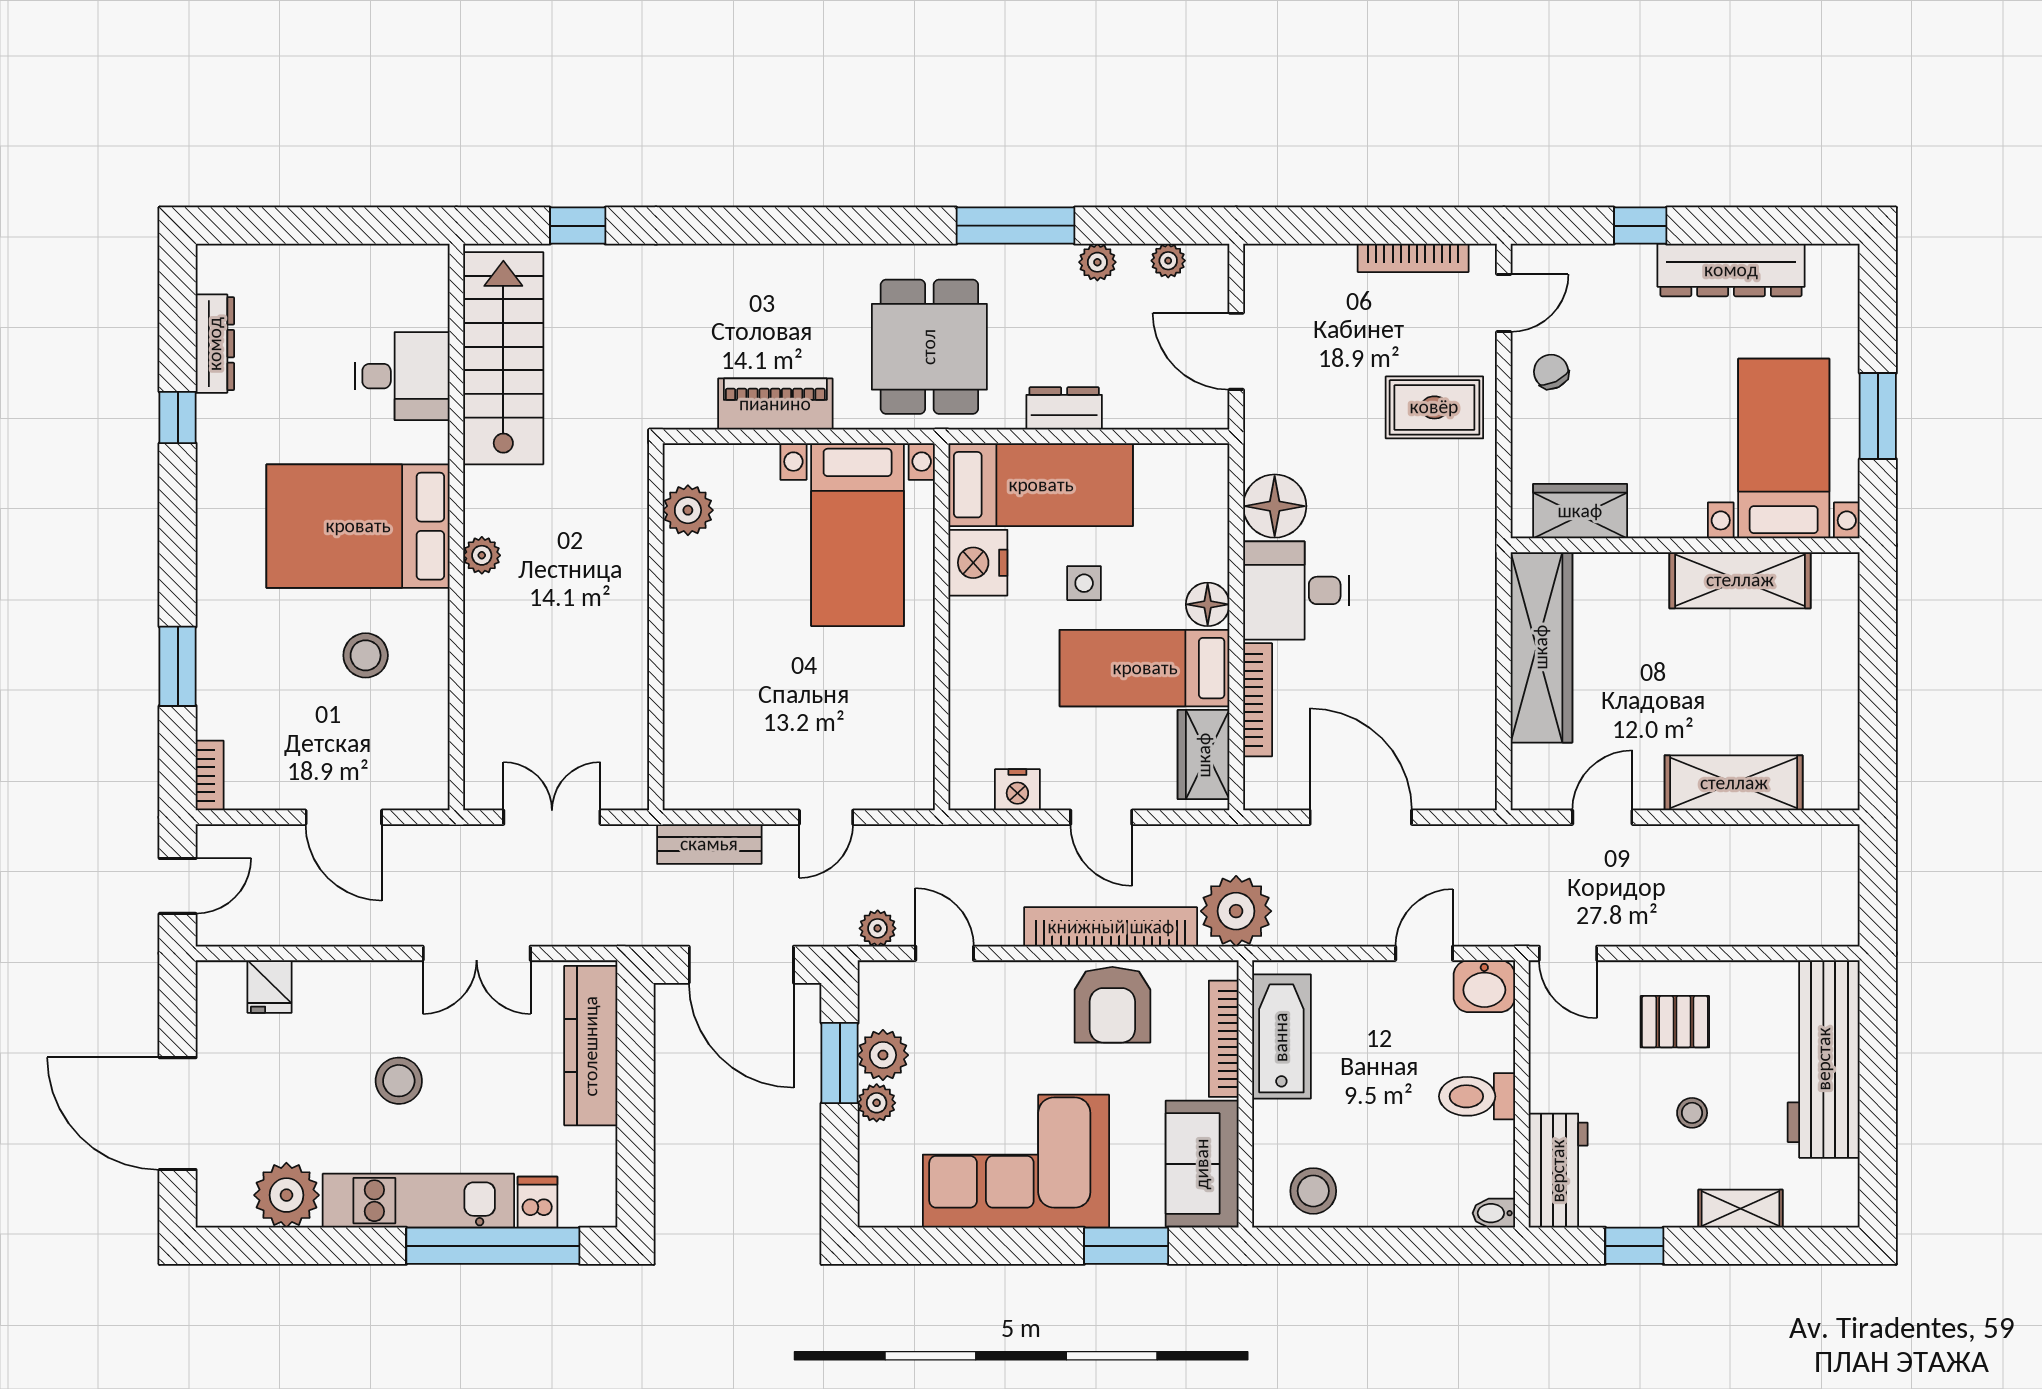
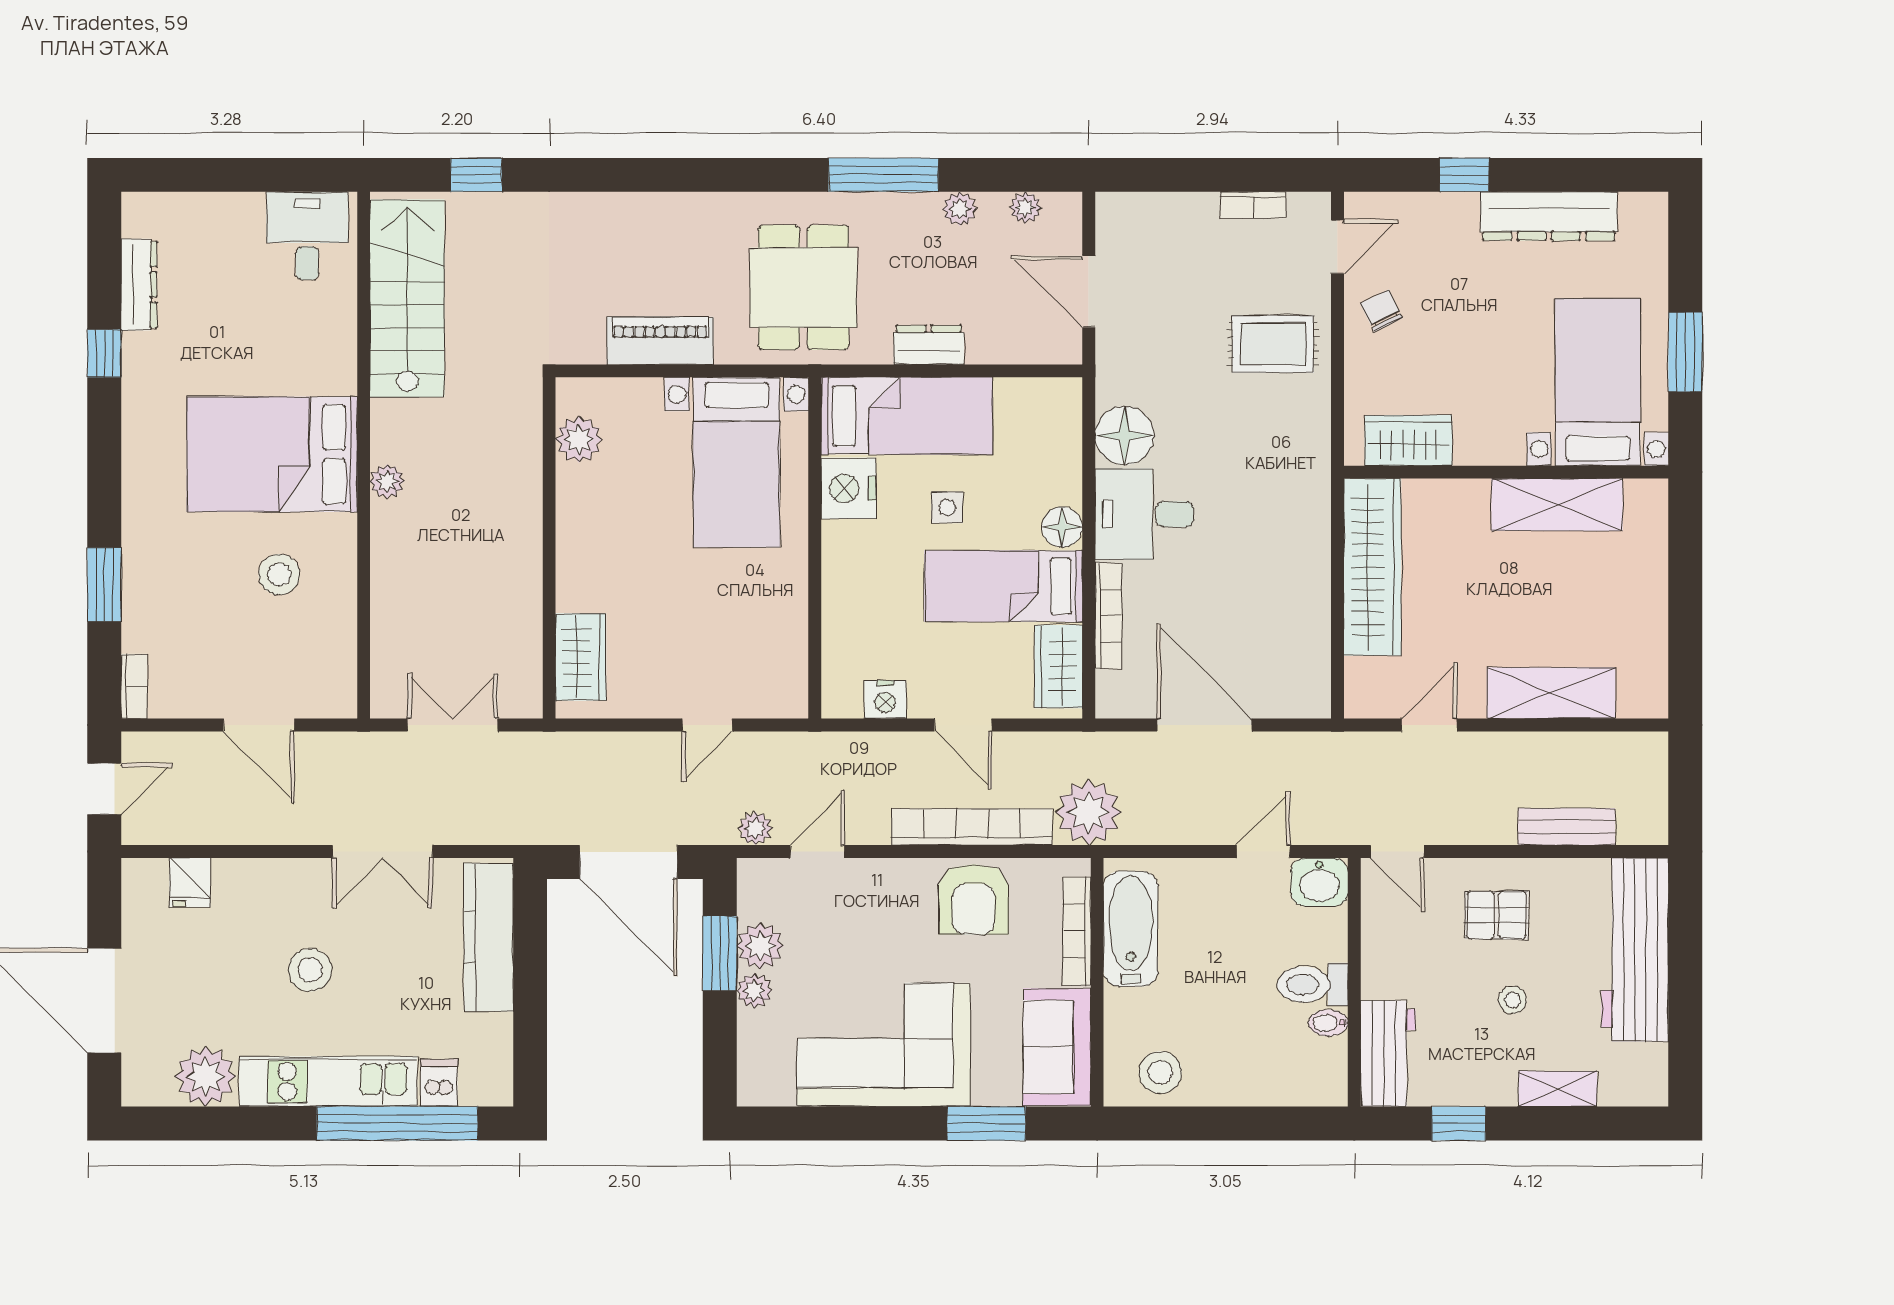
bookcase: (1413, 258) -> (1253, 205), width x0.64
desk: (402, 376) -> (307, 236), moved, turned -90
wardrobe: (690, 744) -> (581, 657), added
bench: (709, 844) -> (1567, 827), moved
door: (945, 953) -> (818, 852), hinge flipped
bidet: (1494, 1213) -> (1328, 1023), moved

